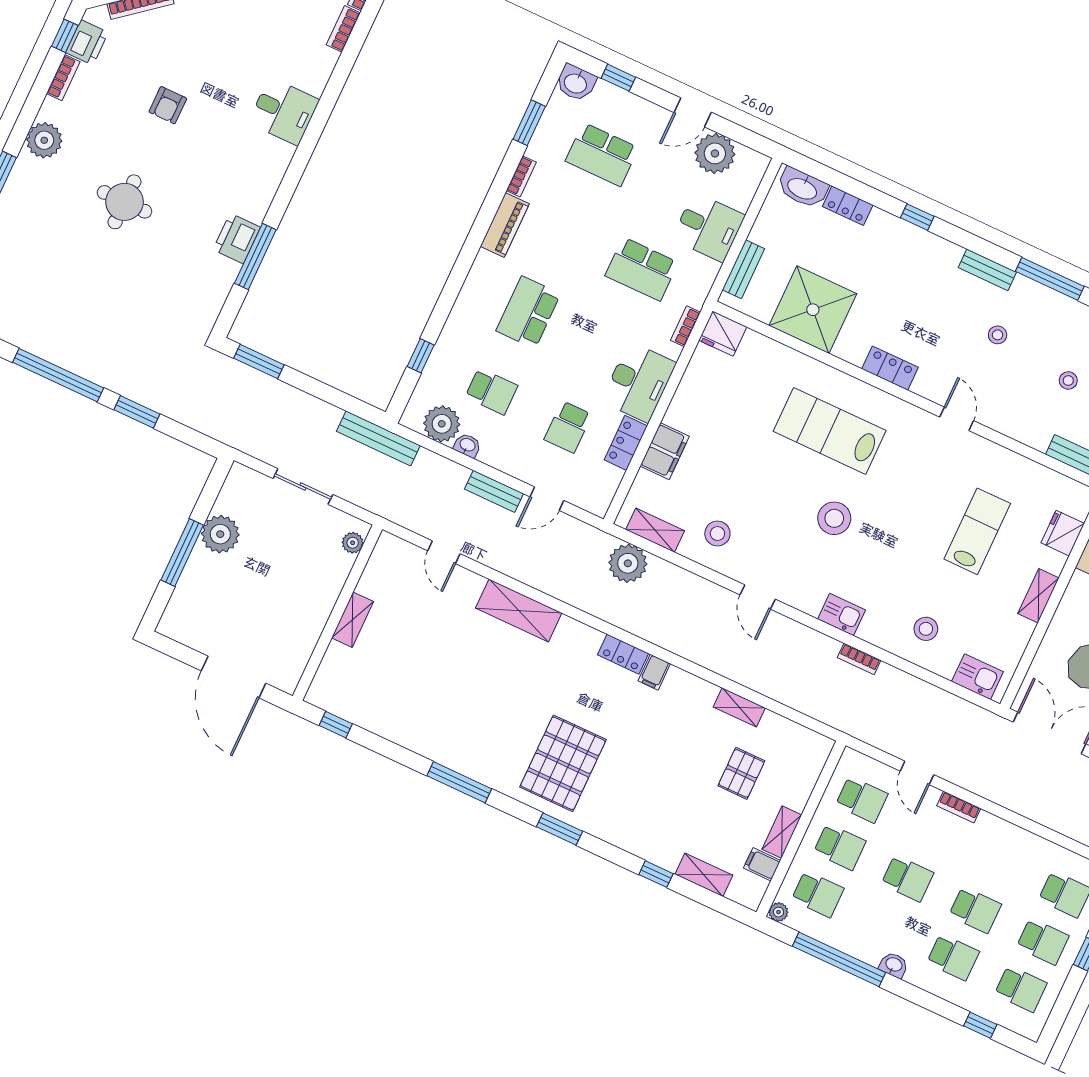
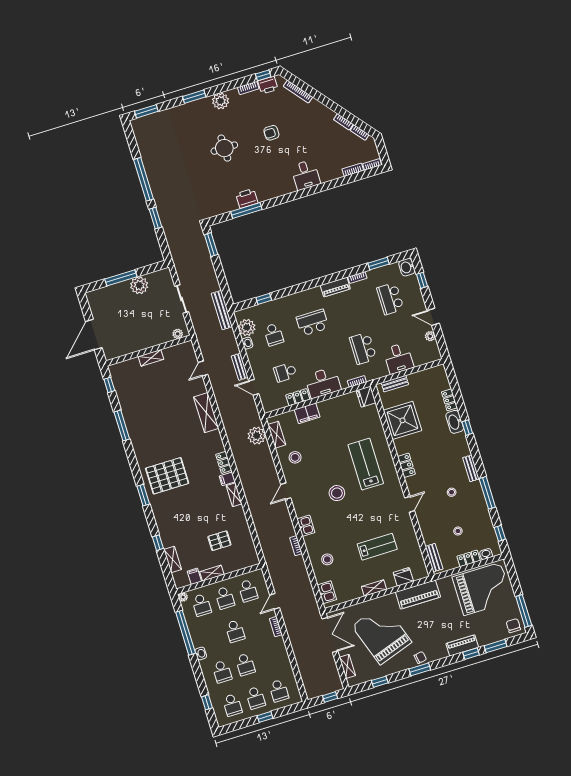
plant: (715, 153) -> (430, 336), width x0.53, depth x0.53
washbasin: (803, 188) -> (455, 422), moved
shelving: (739, 707) -> (234, 495), moved
window: (459, 782) -> (122, 425), moved

